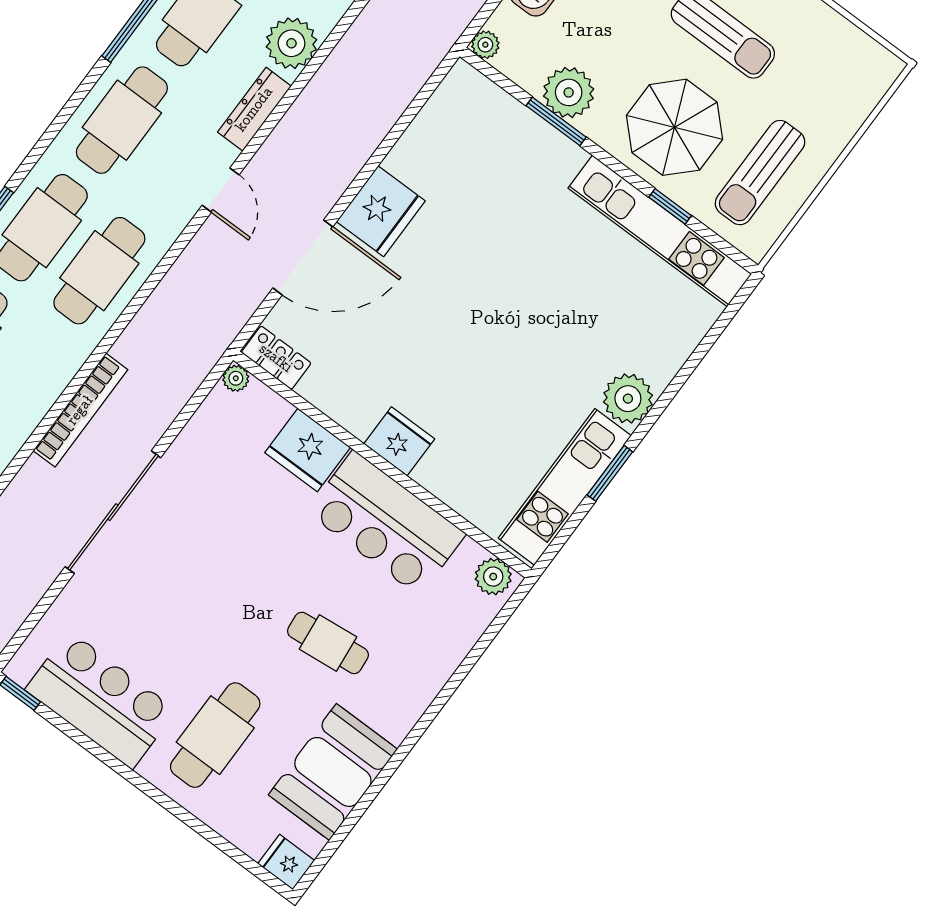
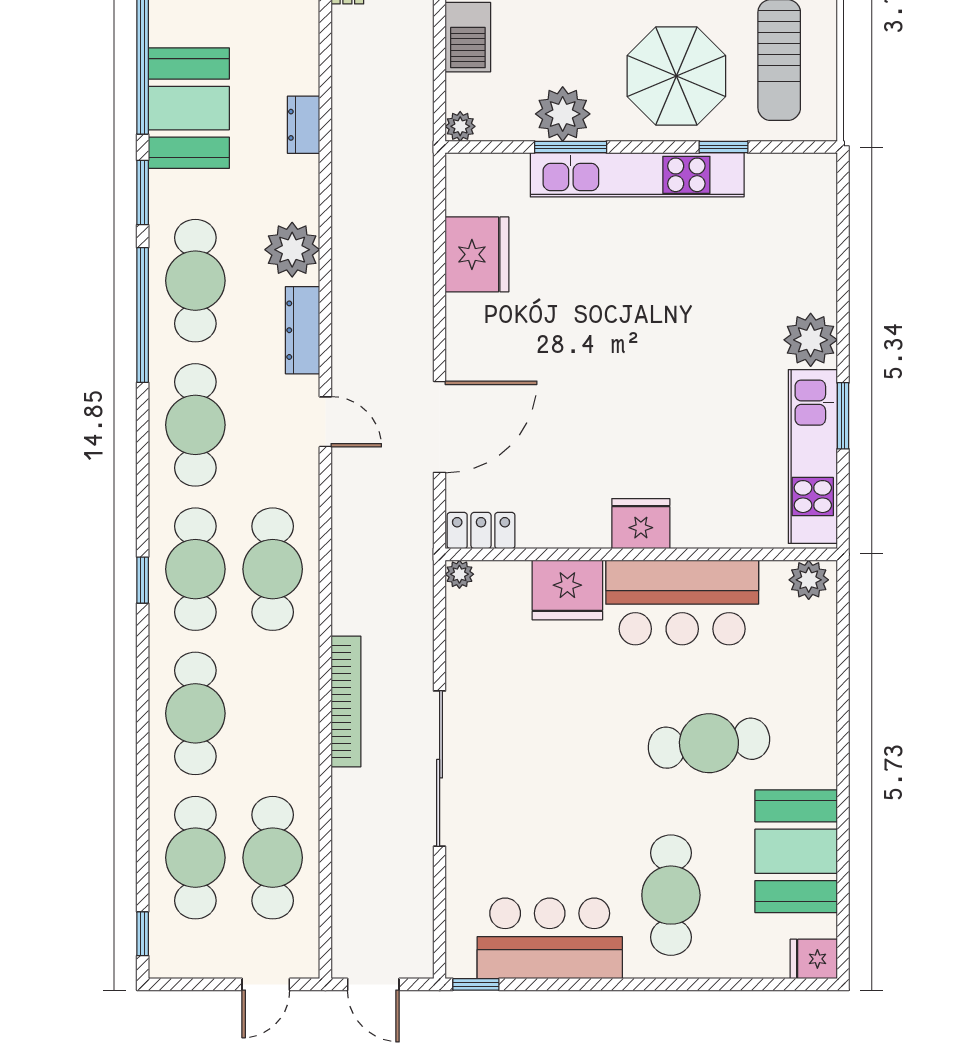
fridge: (381, 211) -> (477, 254), moved
kitchen unit: (660, 231) -> (637, 175), moved
cafe table: (328, 643) -> (709, 743), width x1.37, depth x1.35

